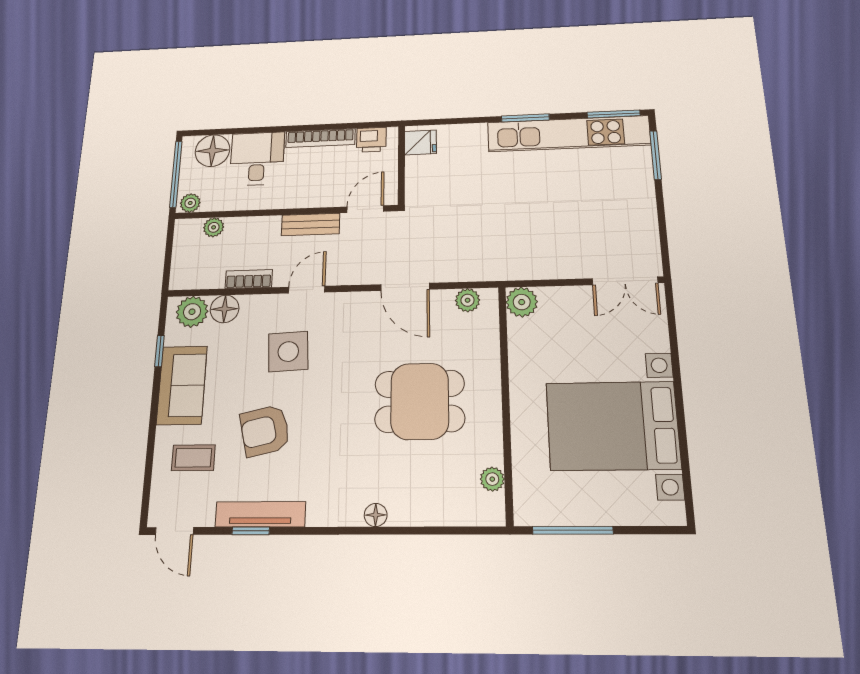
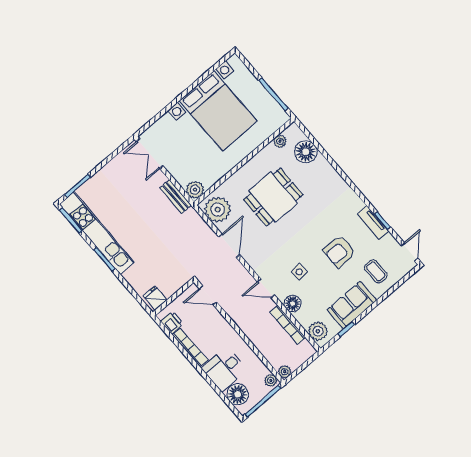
bench: (311, 224) -> (176, 197), moved
plant: (214, 227) -> (285, 372), moved
bookcase: (249, 279) -> (288, 325), width x1.56
double door: (625, 281) -> (150, 154), swing flipped
plant: (468, 300) -> (218, 210), width x1.88, depth x1.88
floor lamp: (225, 309) -> (293, 304), moved
side table: (288, 352) -> (299, 272), width x0.54, depth x0.54
dining table: (420, 401) -> (273, 197), turned 90
armchair: (265, 431) -> (340, 251), turned 103
tv unit: (260, 514) -> (373, 223), width x0.71
floor lamp: (376, 515) -> (306, 152), moved, width x1.89, depth x1.89

